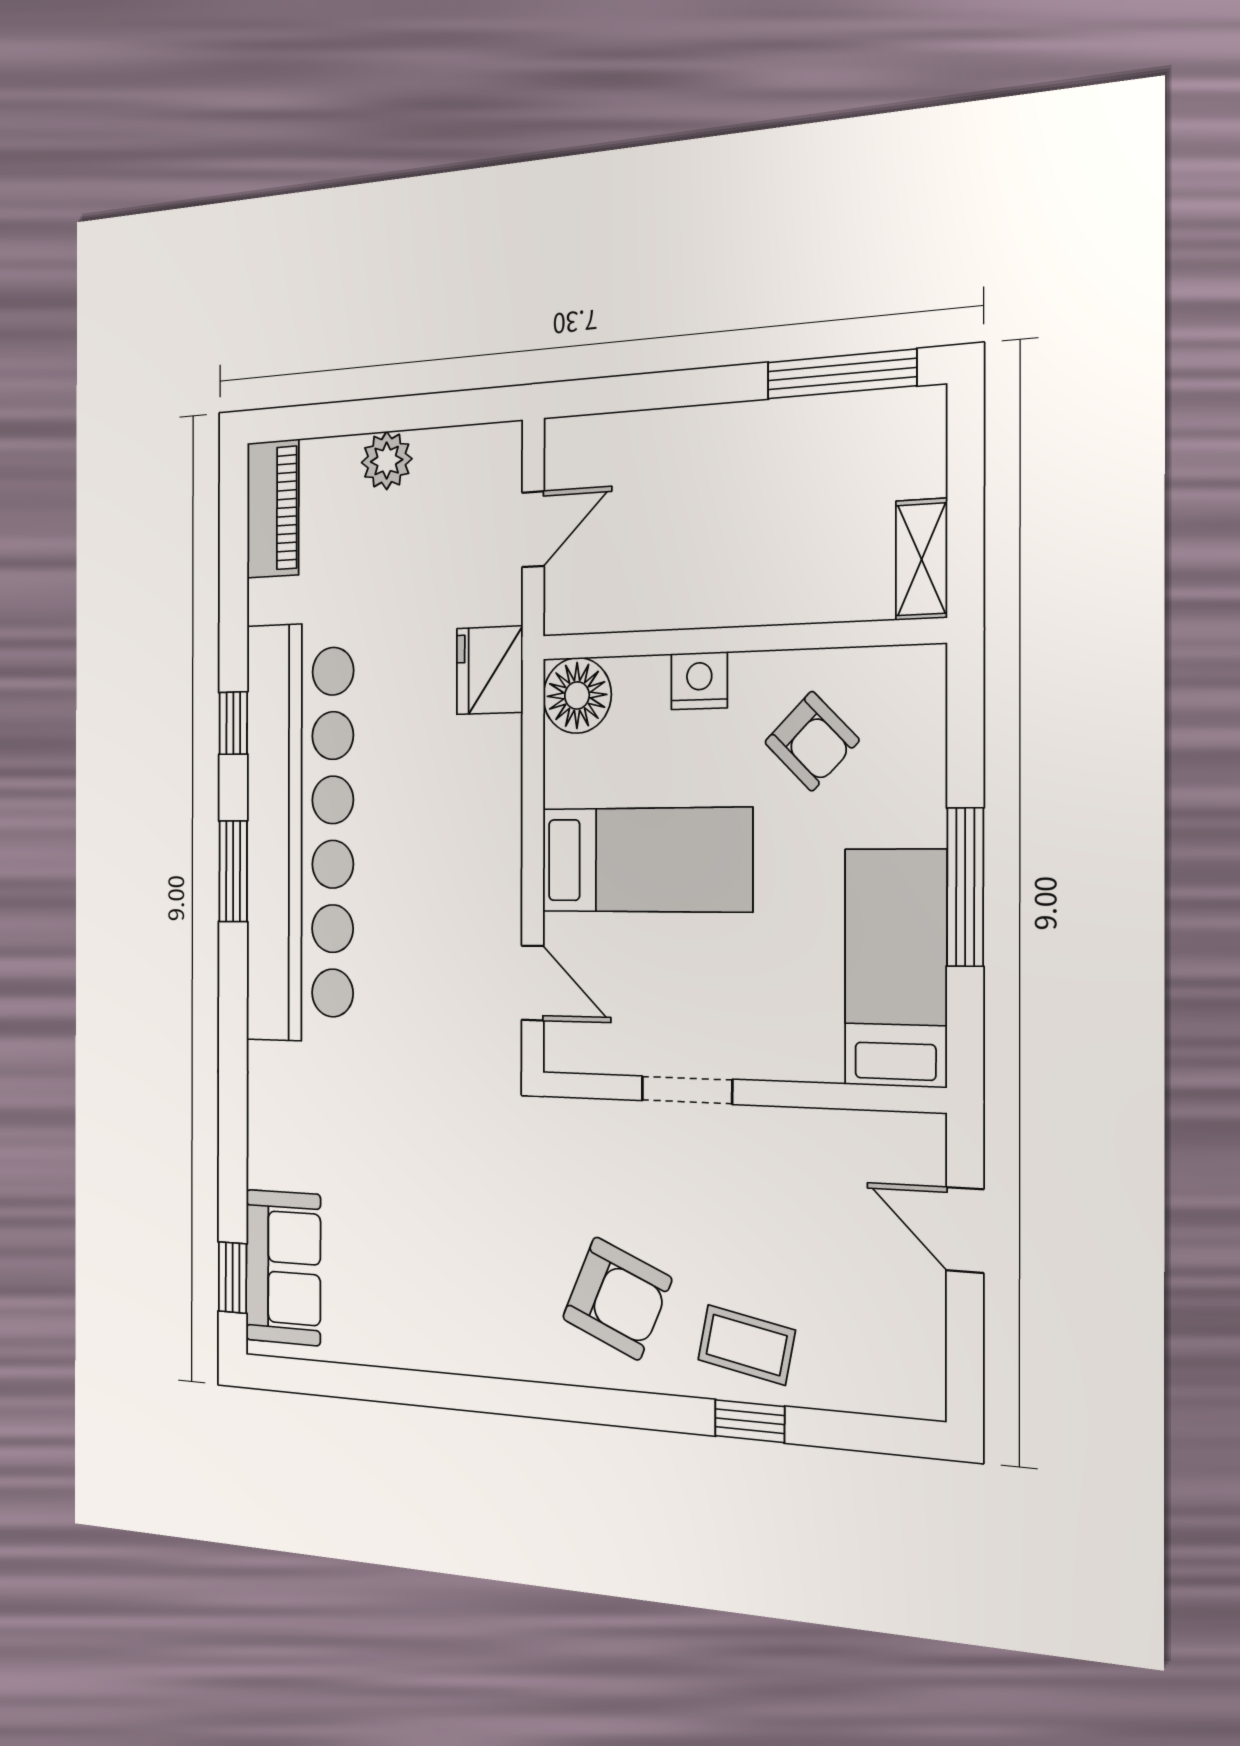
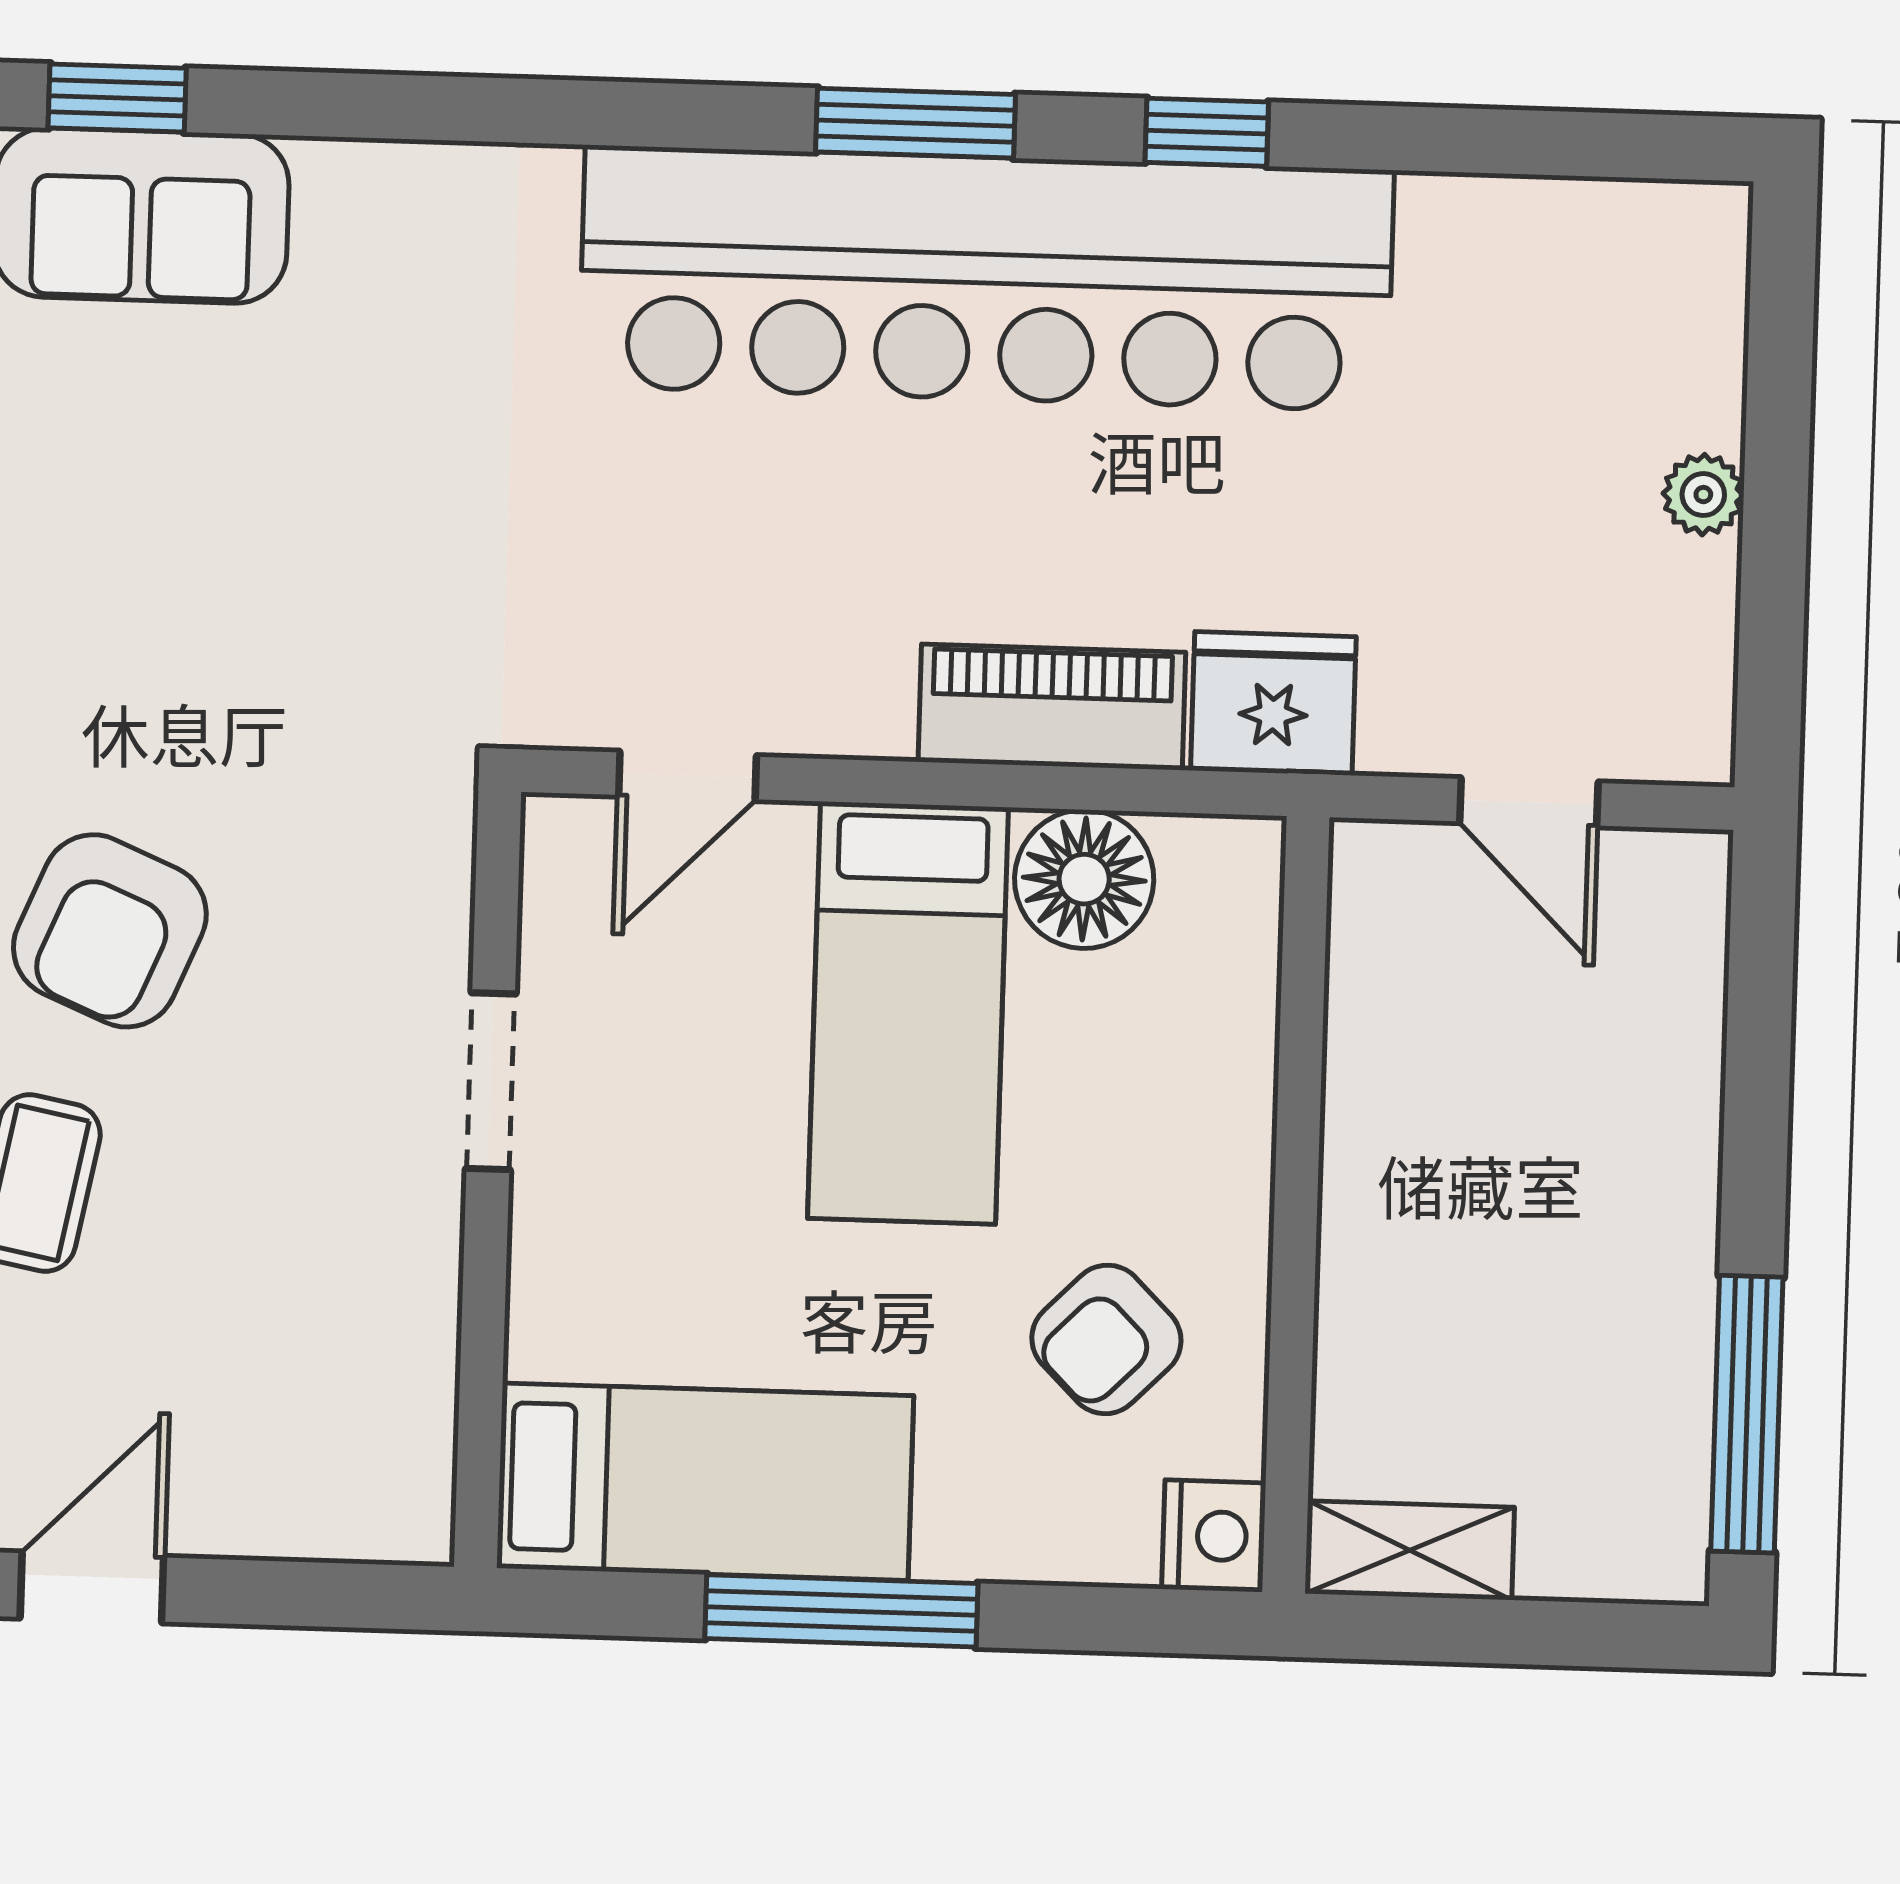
plant: (387, 461) -> (1703, 495), width x0.73, depth x0.73
piano: (273, 509) -> (1052, 707), moved, turned 180
nightstand: (699, 681) -> (1214, 1536), moved
floor lamp: (577, 695) -> (1084, 879), moved
door: (965, 1230) -> (92, 1587), moved

